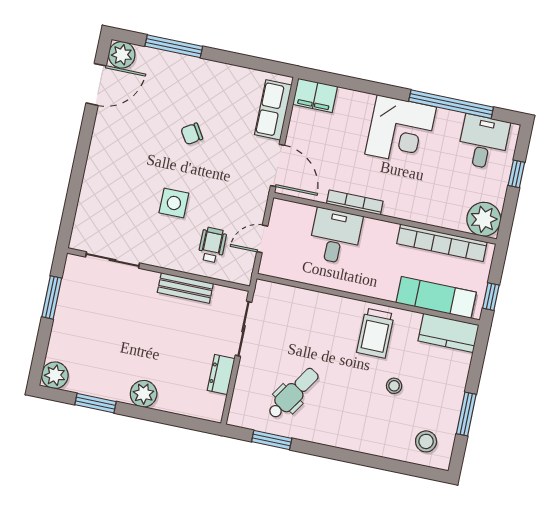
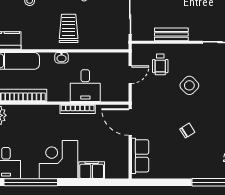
filing cabinet: (315, 95) -> (92, 170), moved
side table: (174, 203) -> (189, 85), turned 45
washbasin: (363, 287) -> (62, 58), added
trolley: (375, 333) -> (69, 28), moved

